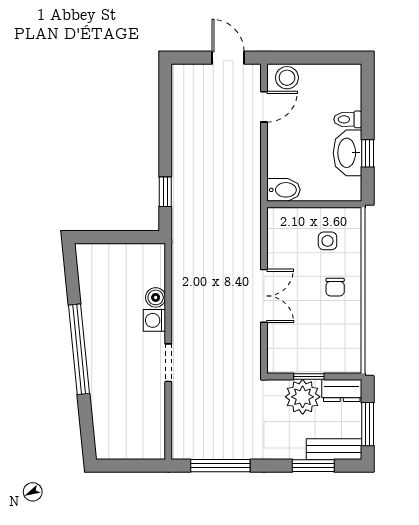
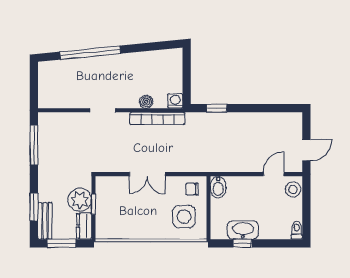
door: (264, 107) -> (274, 174), swing flipped
toilet: (348, 119) -> (297, 230), moved
side table: (328, 241) -> (184, 217), width x1.87, depth x1.87
bookcase: (181, 281) -> (157, 118), added
chair: (335, 287) -> (192, 189), moved
washing machine: (154, 320) -> (175, 101), moved
window: (79, 349) -> (90, 53), moved

